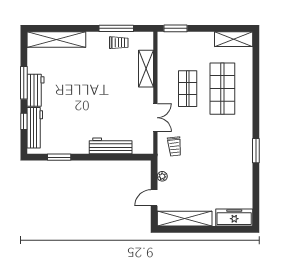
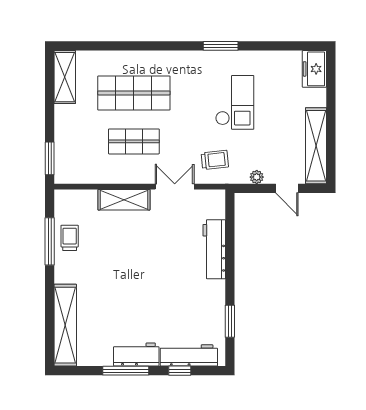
shelving: (146, 69) -> (124, 200), moved
checkout: (216, 161) -> (235, 102), added
freezer: (234, 218) -> (314, 69), width x0.71

